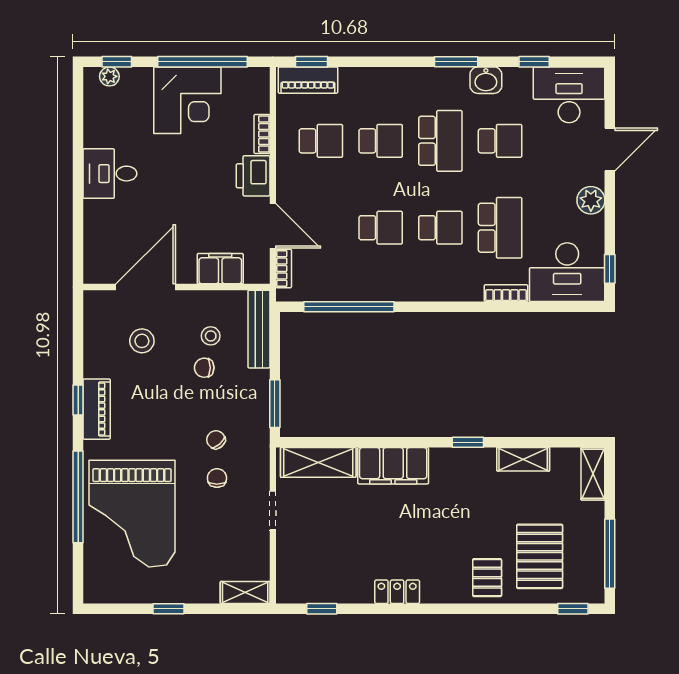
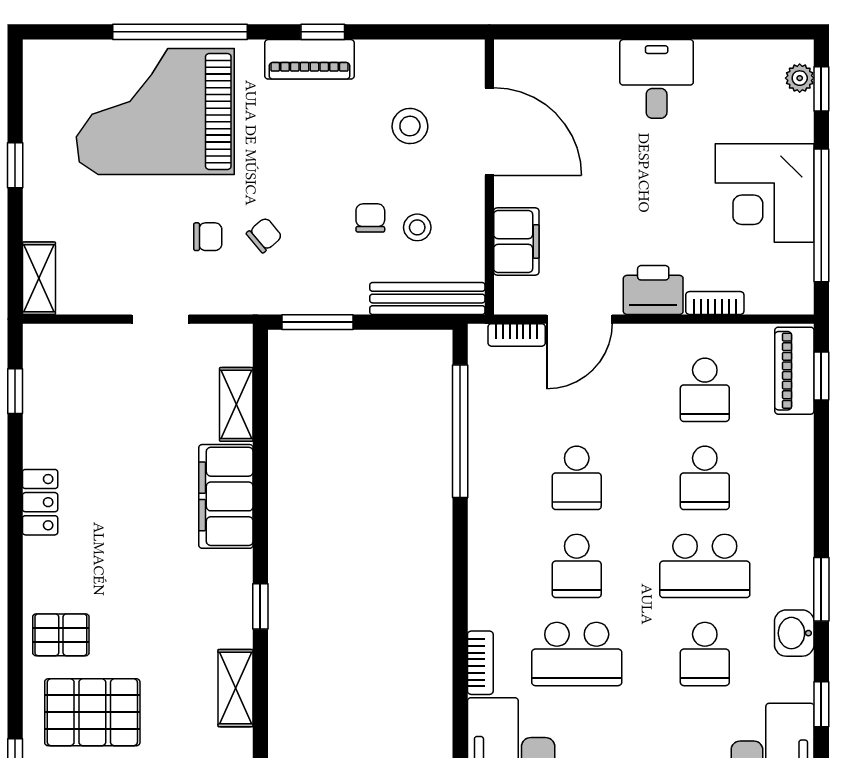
shelving: (318, 462) -> (236, 404), width x0.67, depth x0.75

